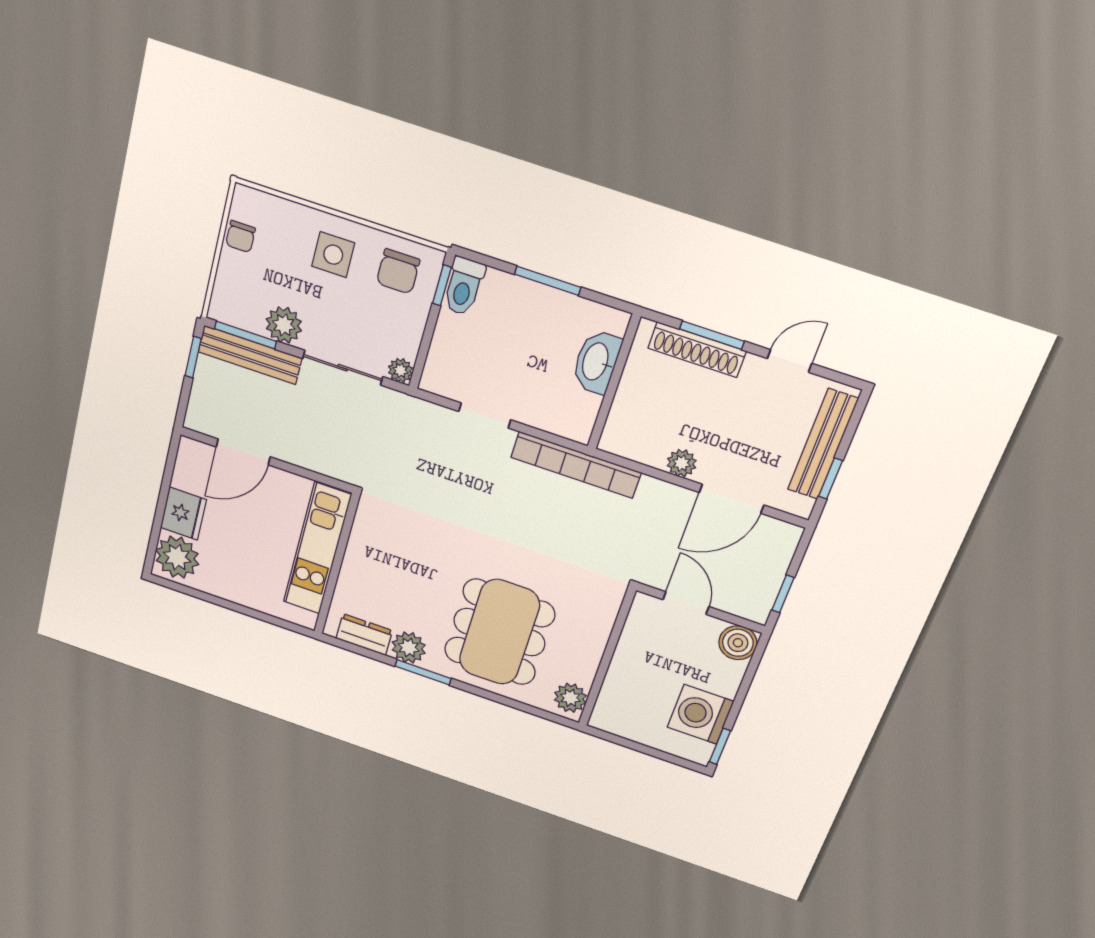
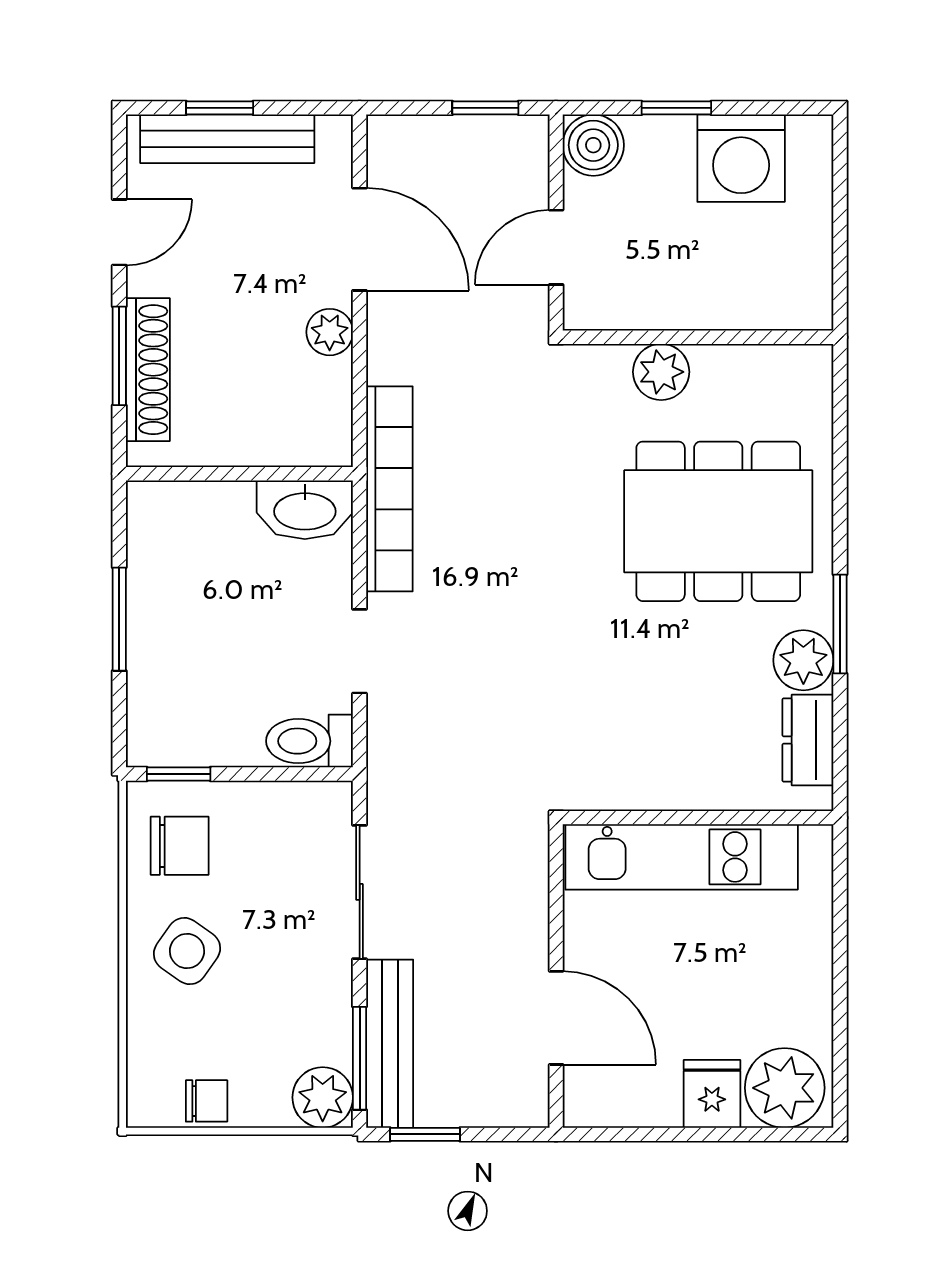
side table: (333, 255) -> (187, 951), turned 35
toilet: (464, 286) -> (310, 741), moved, turned 180
plant: (284, 325) -> (323, 1097), moved
door: (790, 361) -> (119, 232), swing flipped
washbasin: (596, 362) -> (305, 510), moved
plant: (401, 370) -> (333, 801), removed
window: (831, 479) -> (220, 108), moved
fridge: (183, 514) -> (712, 1094), width x0.72
plant: (570, 698) -> (661, 372), moved
window: (720, 746) -> (676, 108), moved

